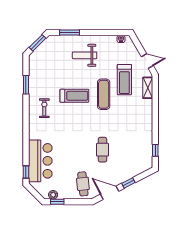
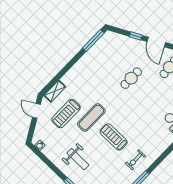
treadmill: (124, 80) -> (66, 114), turned 180
exercise bike: (44, 108) -> (135, 160), moved
window: (155, 150) -> (93, 41), width x2.17

